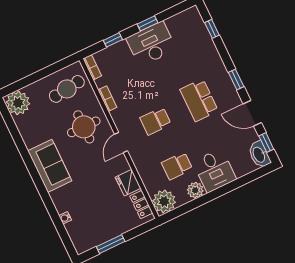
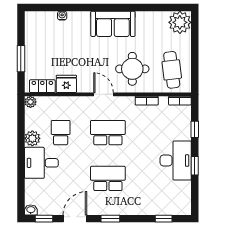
school desk: (156, 121) -> (108, 133), width x1.85
washbasin: (259, 155) -> (31, 210), width x0.52, depth x0.69
plant: (164, 201) -> (30, 102), width x0.53, depth x0.53
window: (111, 244) -> (21, 59), moved

